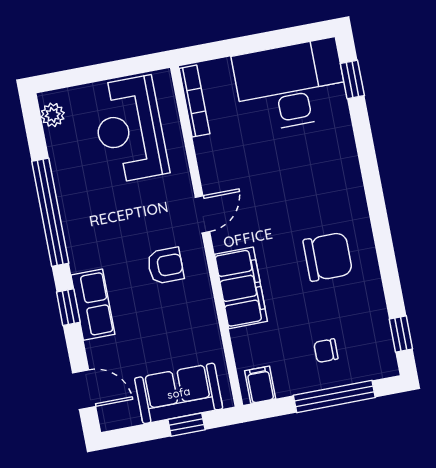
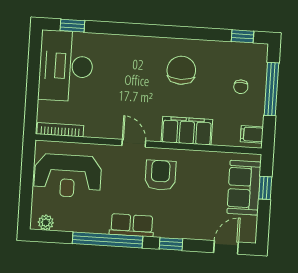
armchair: (165, 266) -> (160, 175), width x1.38, depth x1.38
row of seats: (93, 305) -> (132, 225), moved

